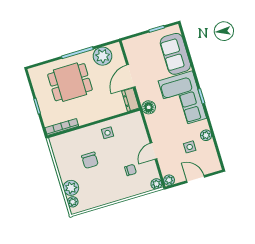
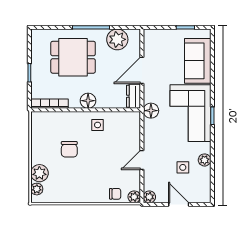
floor lamp: (93, 115) -> (88, 101), added
chair: (130, 170) -> (115, 194), moved

